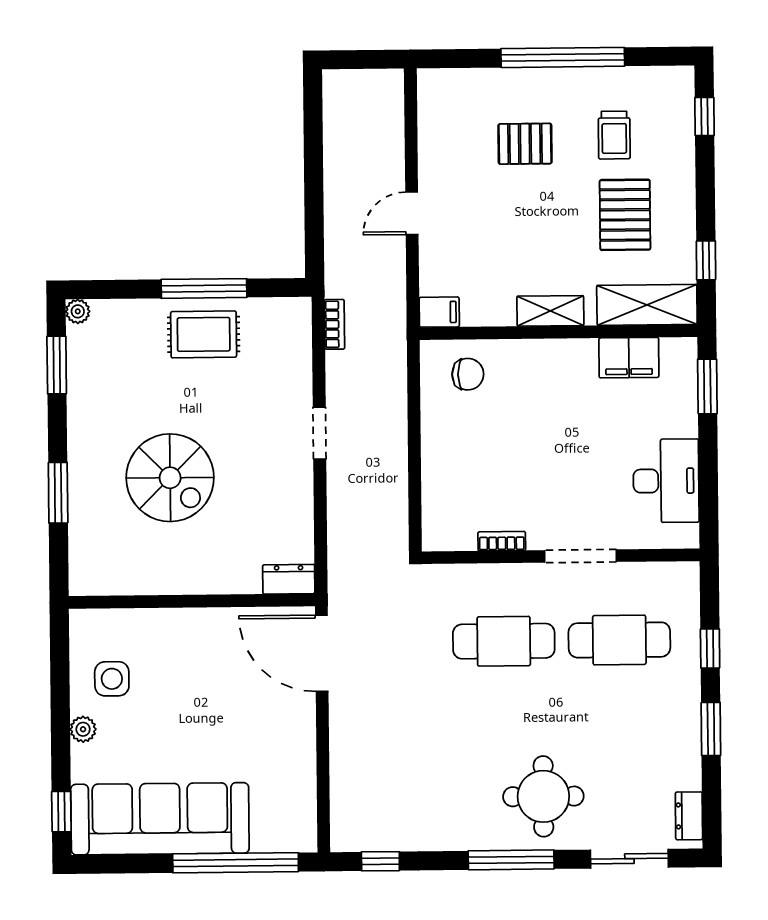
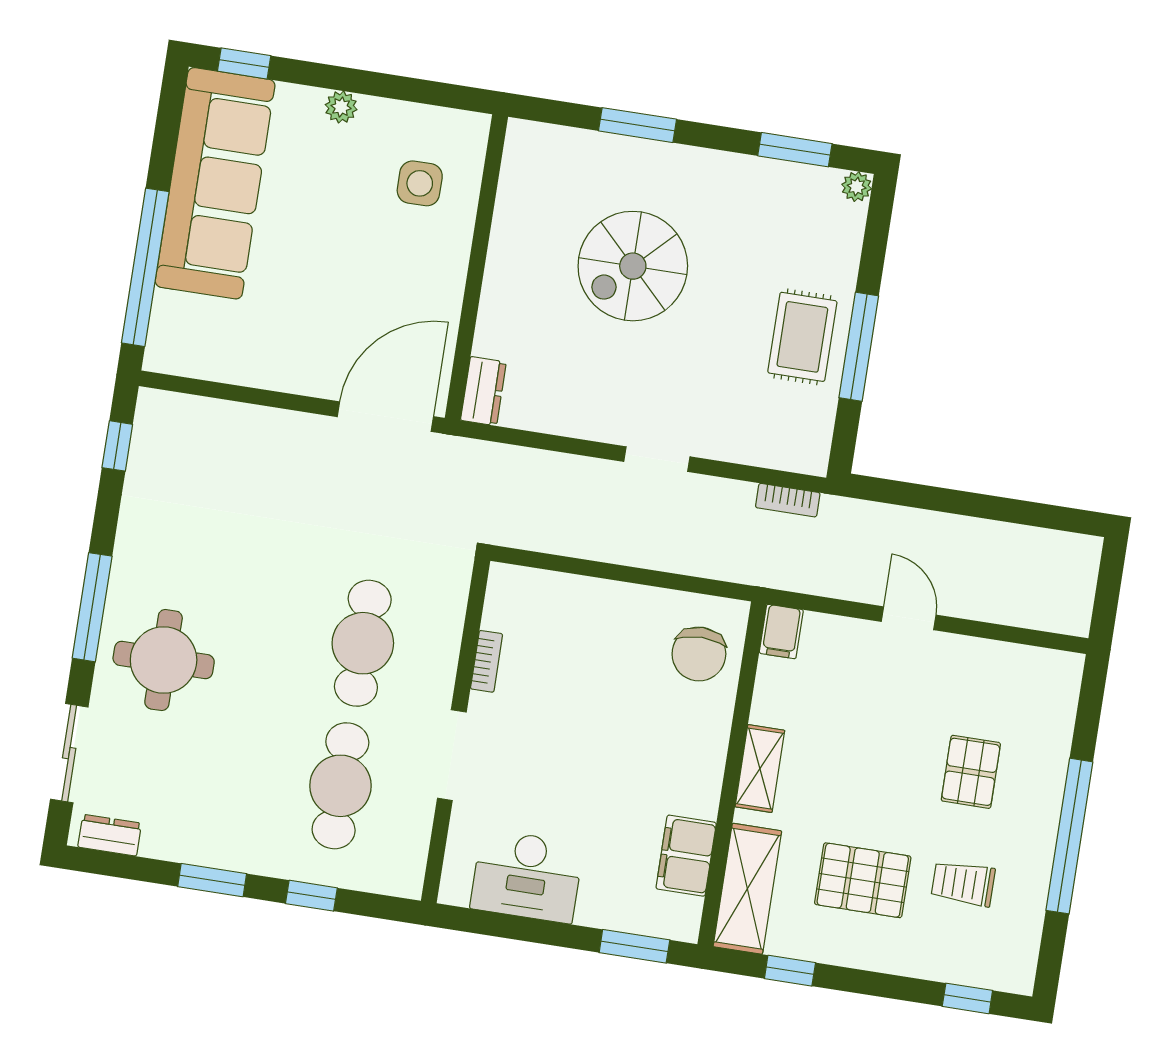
chair: (468, 374) -> (699, 654), width x1.37, depth x1.37
side table: (112, 679) -> (420, 183), moved

